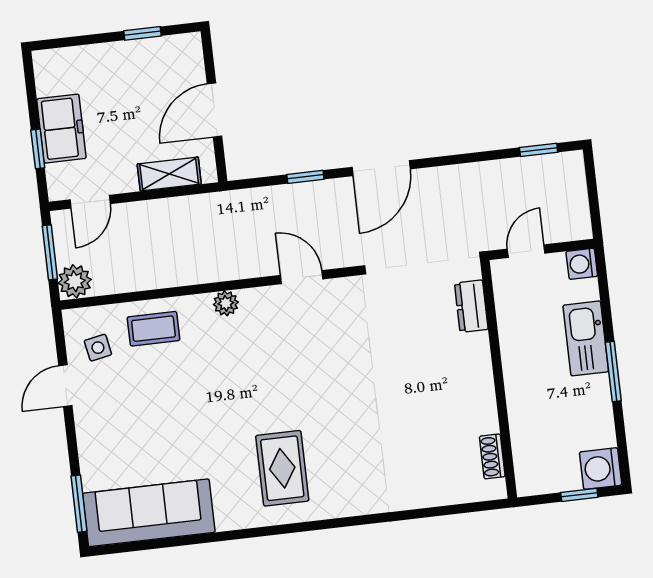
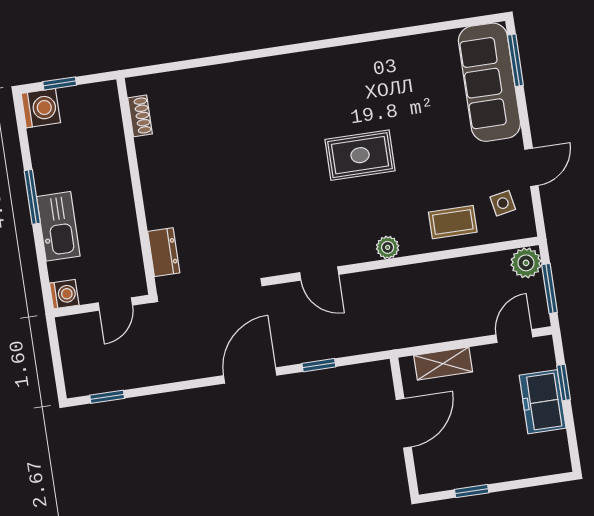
rug: (282, 468) -> (360, 155), moved, turned 90
sofa: (149, 513) -> (489, 82), moved, turned 90

